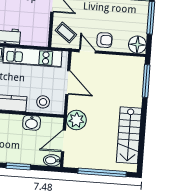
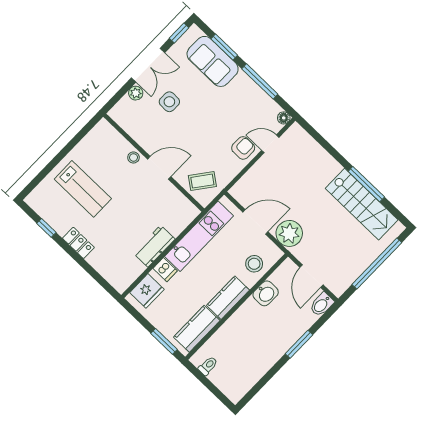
floor lamp: (137, 45) -> (284, 118), width x0.53, depth x0.53
door: (87, 51) -> (270, 144), moved
window: (146, 81) -> (366, 184), moved
plant: (76, 120) -> (289, 233), moved

